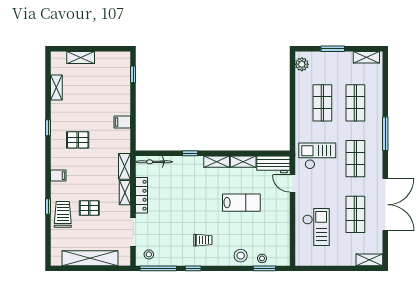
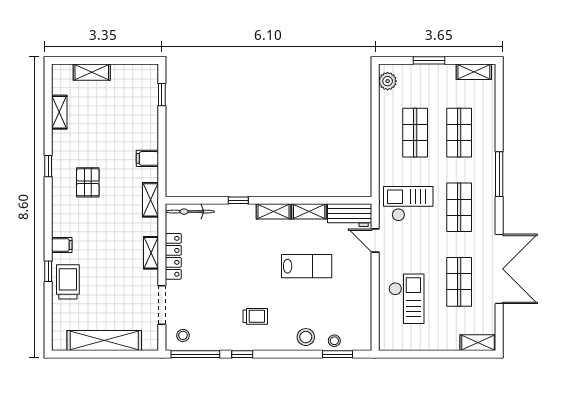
pallet: (78, 140) -> (88, 182), turned 90
shelving: (125, 166) -> (151, 200), moved
filing cabinet: (58, 176) -> (62, 245), moved
pallet: (89, 208) -> (103, 273), removed

